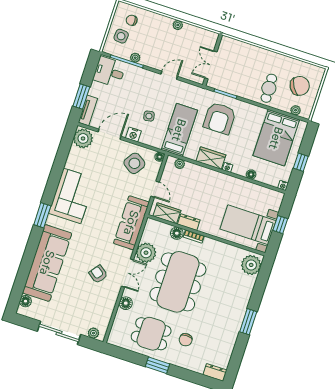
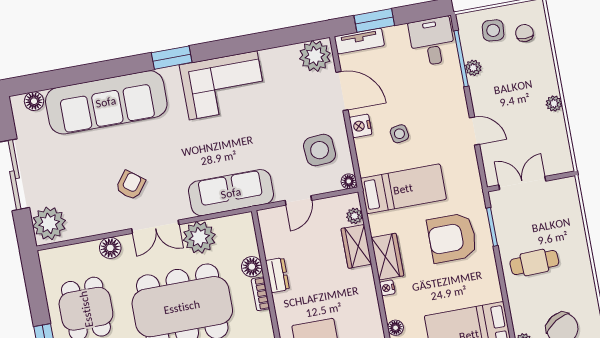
cafe table: (269, 88) -> (534, 263), moved
side table: (134, 163) -> (320, 150), turned -38
wardrobe: (167, 213) -> (356, 246), moved, turned 180
plant: (93, 333) -> (49, 223), width x1.87, depth x1.87

